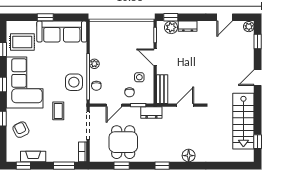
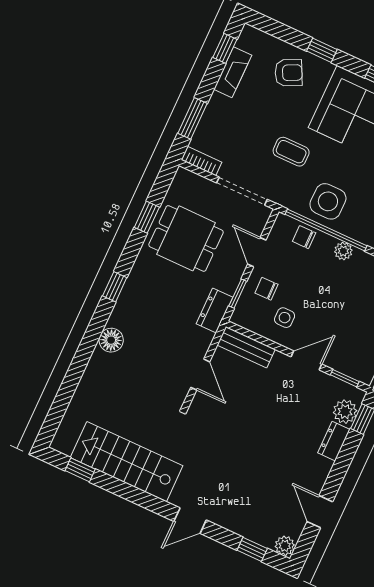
door: (258, 78) -> (190, 521), swing flipped

